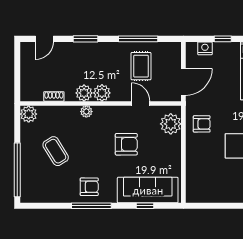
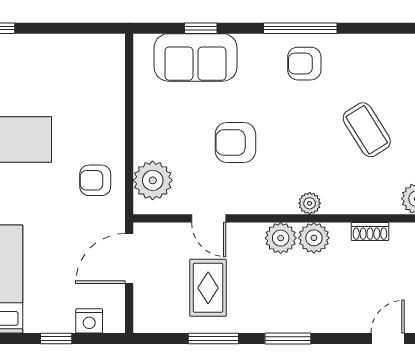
window: (85, 39) -> (288, 338), moved
window: (138, 39) -> (213, 338), width x0.69
sofa: (148, 190) -> (196, 57), width x0.73

